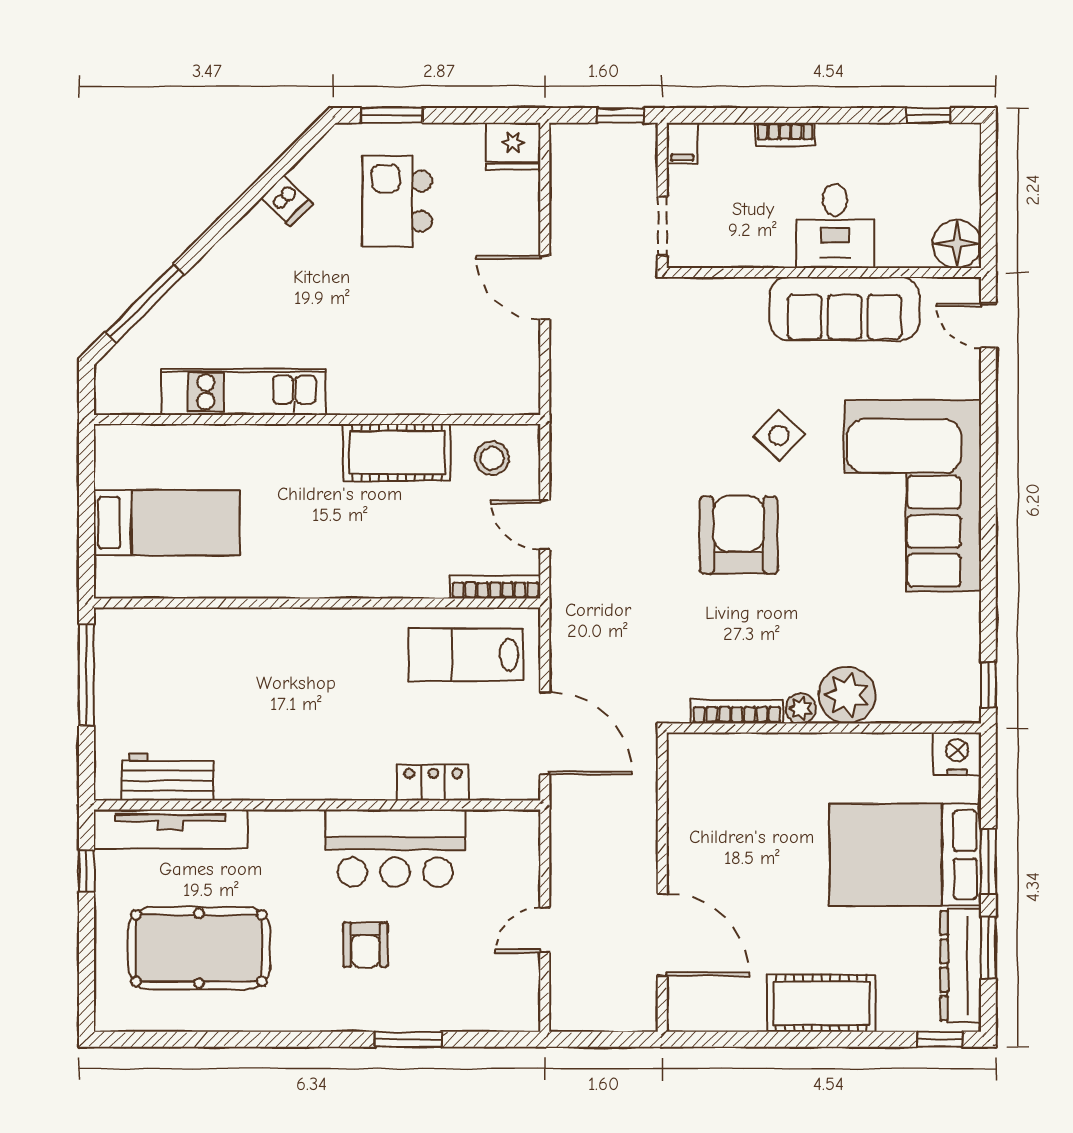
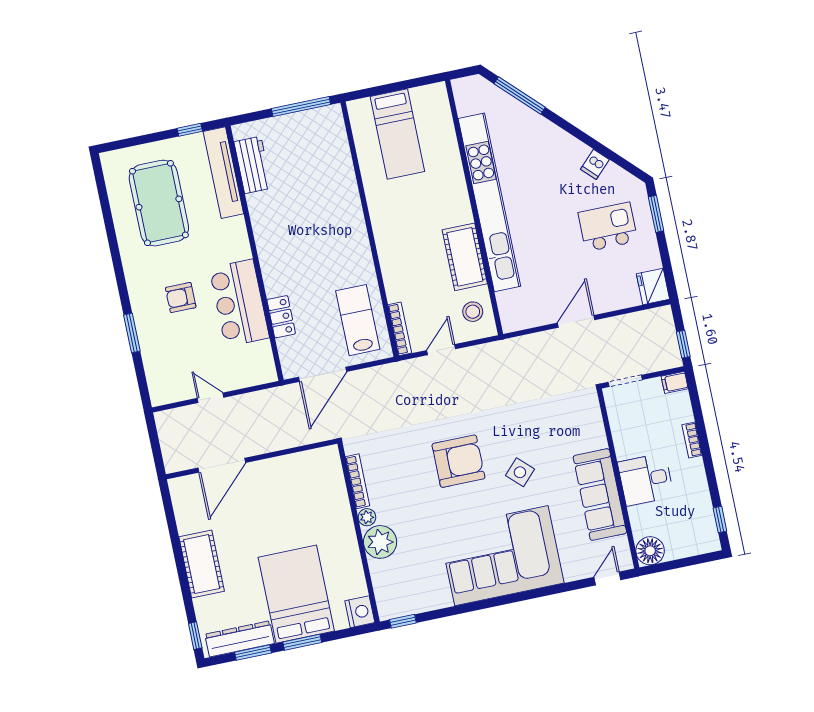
kitchen unit: (244, 392) -> (489, 202), width x1.86

